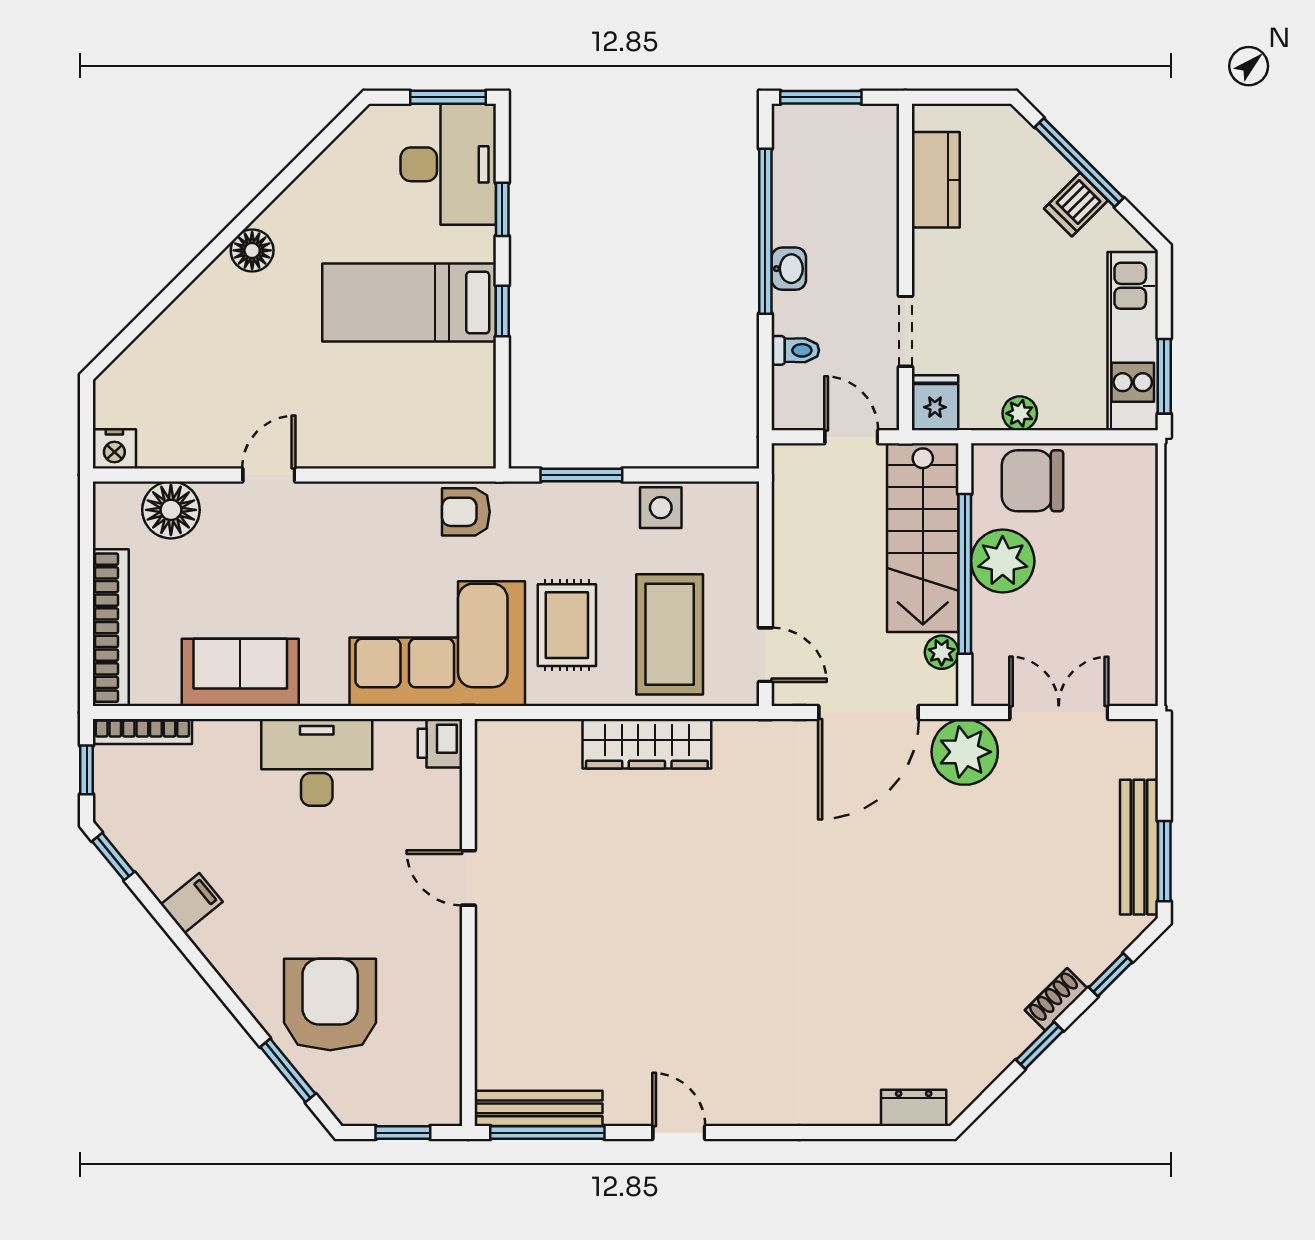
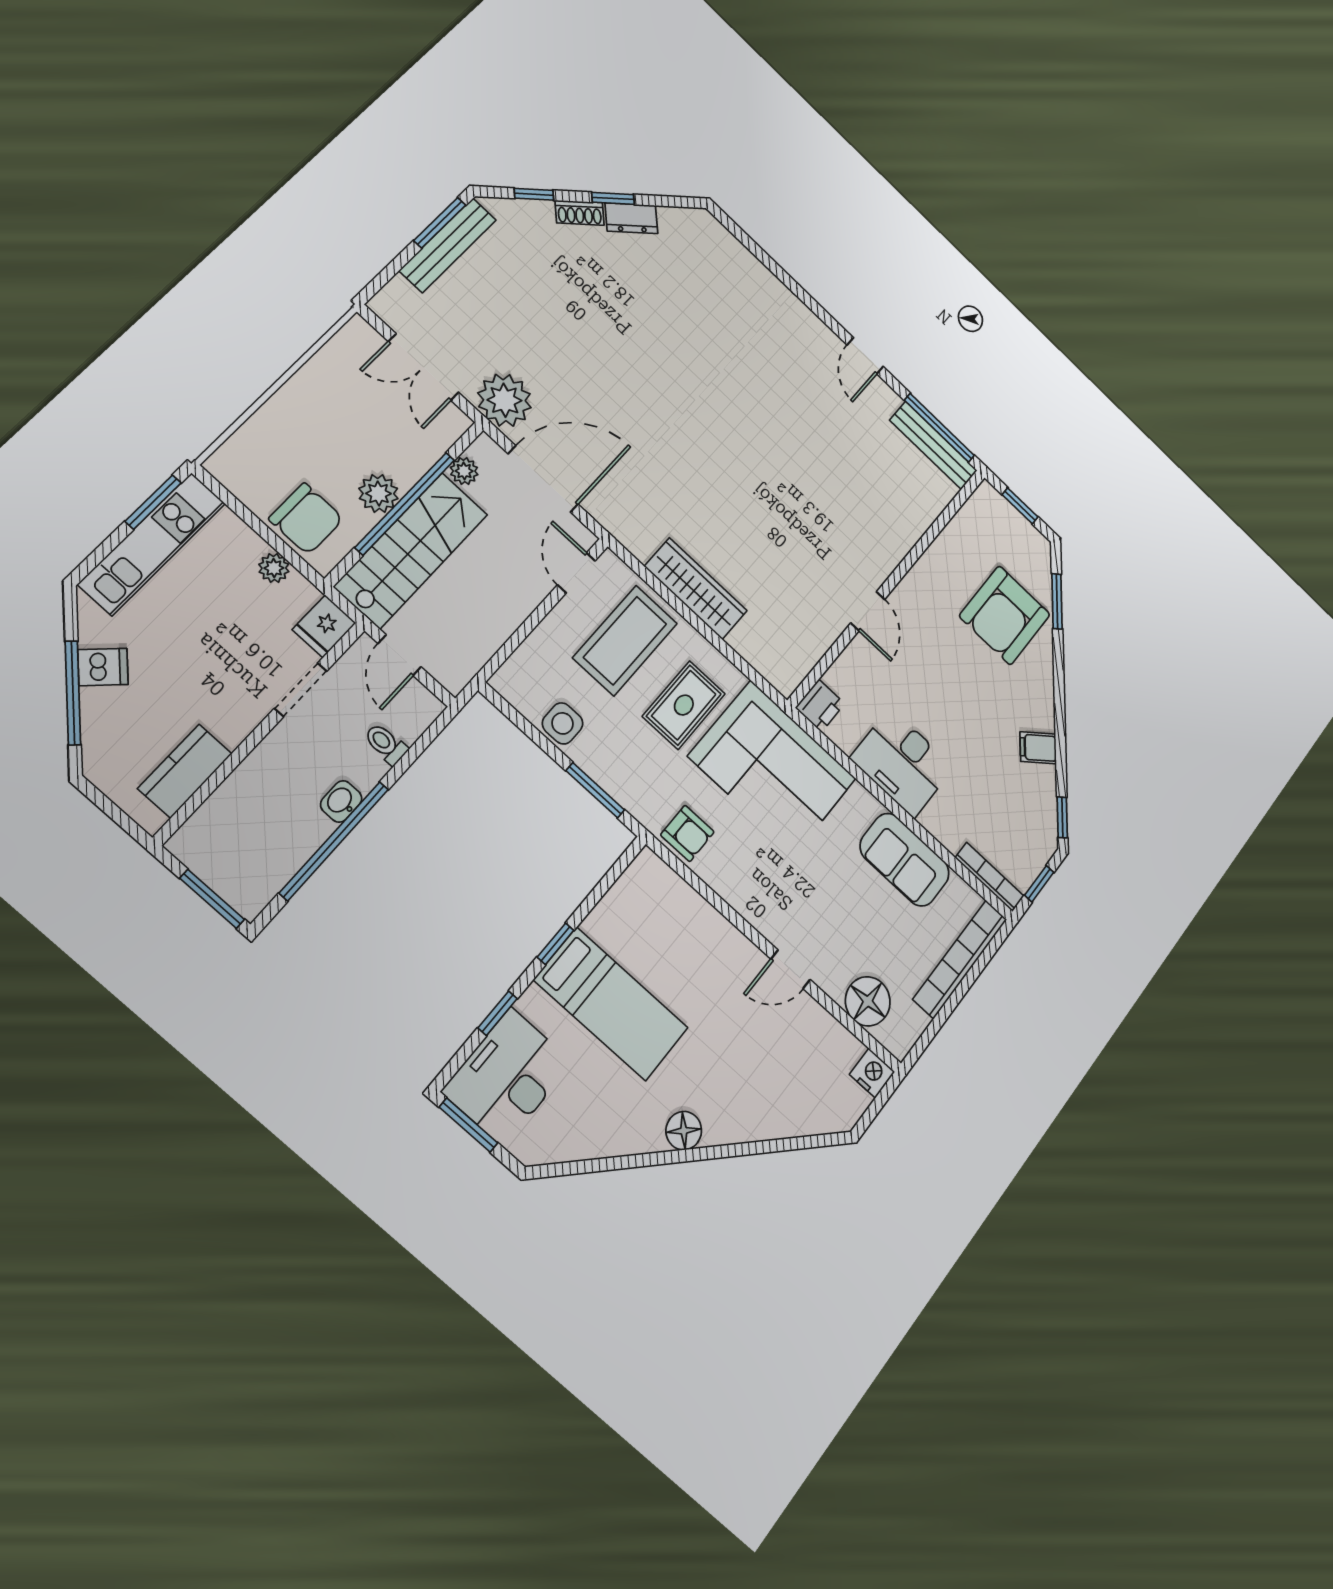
plant: (1003, 561) -> (378, 493), width x0.73, depth x0.73
dresser: (914, 1108) -> (631, 218), moved, turned -45

